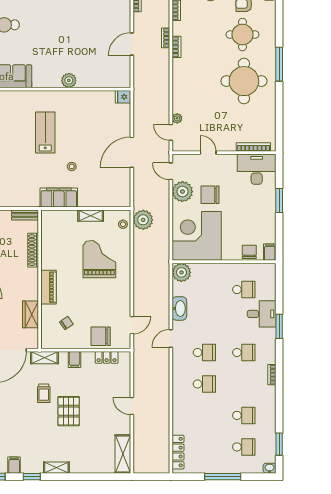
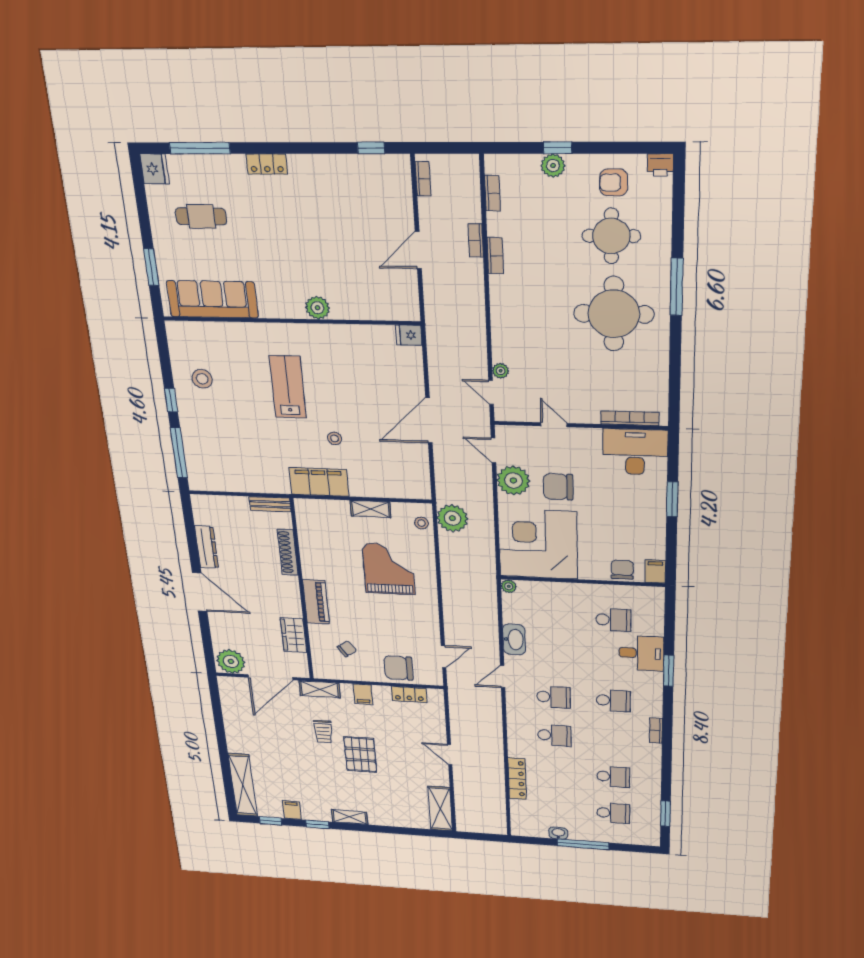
plant: (181, 272) -> (509, 586), width x0.53, depth x0.53
locker: (178, 452) -> (517, 779), moved
washbasin: (270, 468) -> (558, 833), moved

